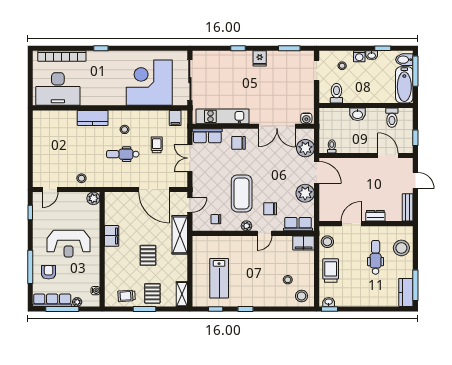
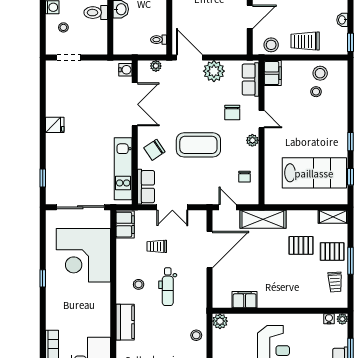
window: (101, 48) -> (43, 278), moved
window: (238, 48) -> (43, 178), moved
window: (289, 48) -> (43, 90), removed
toilet: (336, 93) -> (96, 13), moved
filing cabinet: (175, 118) -> (125, 225), width x2.00
chair: (239, 143) -> (154, 150), turned 56
plant: (305, 148) -> (156, 66), width x0.53, depth x0.53
door: (317, 172) -> (189, 58), hinge flipped
coffee table: (242, 193) -> (198, 145), moved
door: (351, 224) -> (250, 17), swing flipped
filing cabinet: (112, 236) -> (245, 300), moved
pallet: (148, 255) -> (301, 245), moved
lab bench: (219, 278) -> (314, 173), width x1.36, depth x1.39
stool: (302, 296) -> (320, 73), moved
plant: (77, 302) -> (342, 319), moved
washbasin: (329, 302) -> (342, 20), moved

